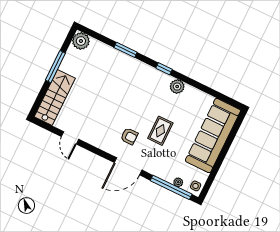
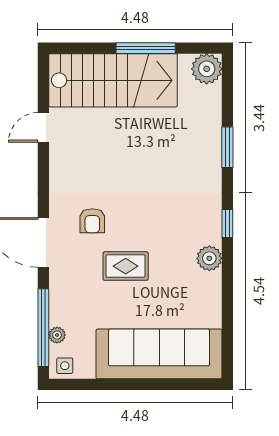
stairs: (55, 98) -> (113, 80), width x1.36, depth x1.51

